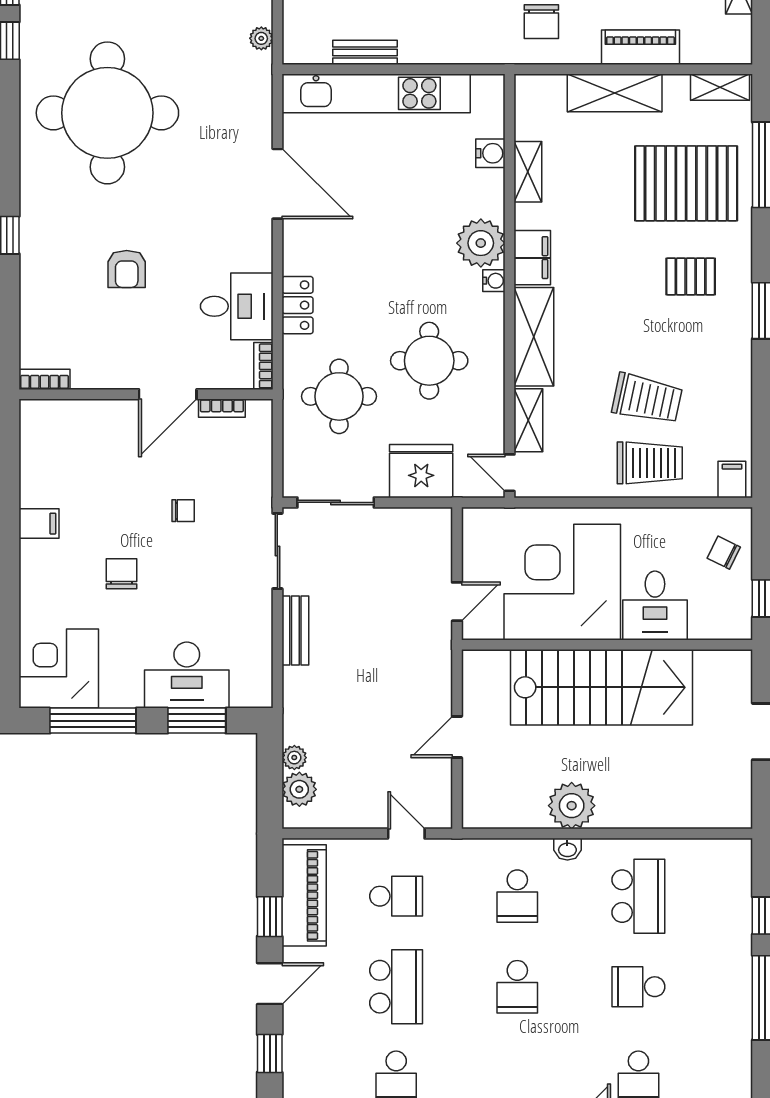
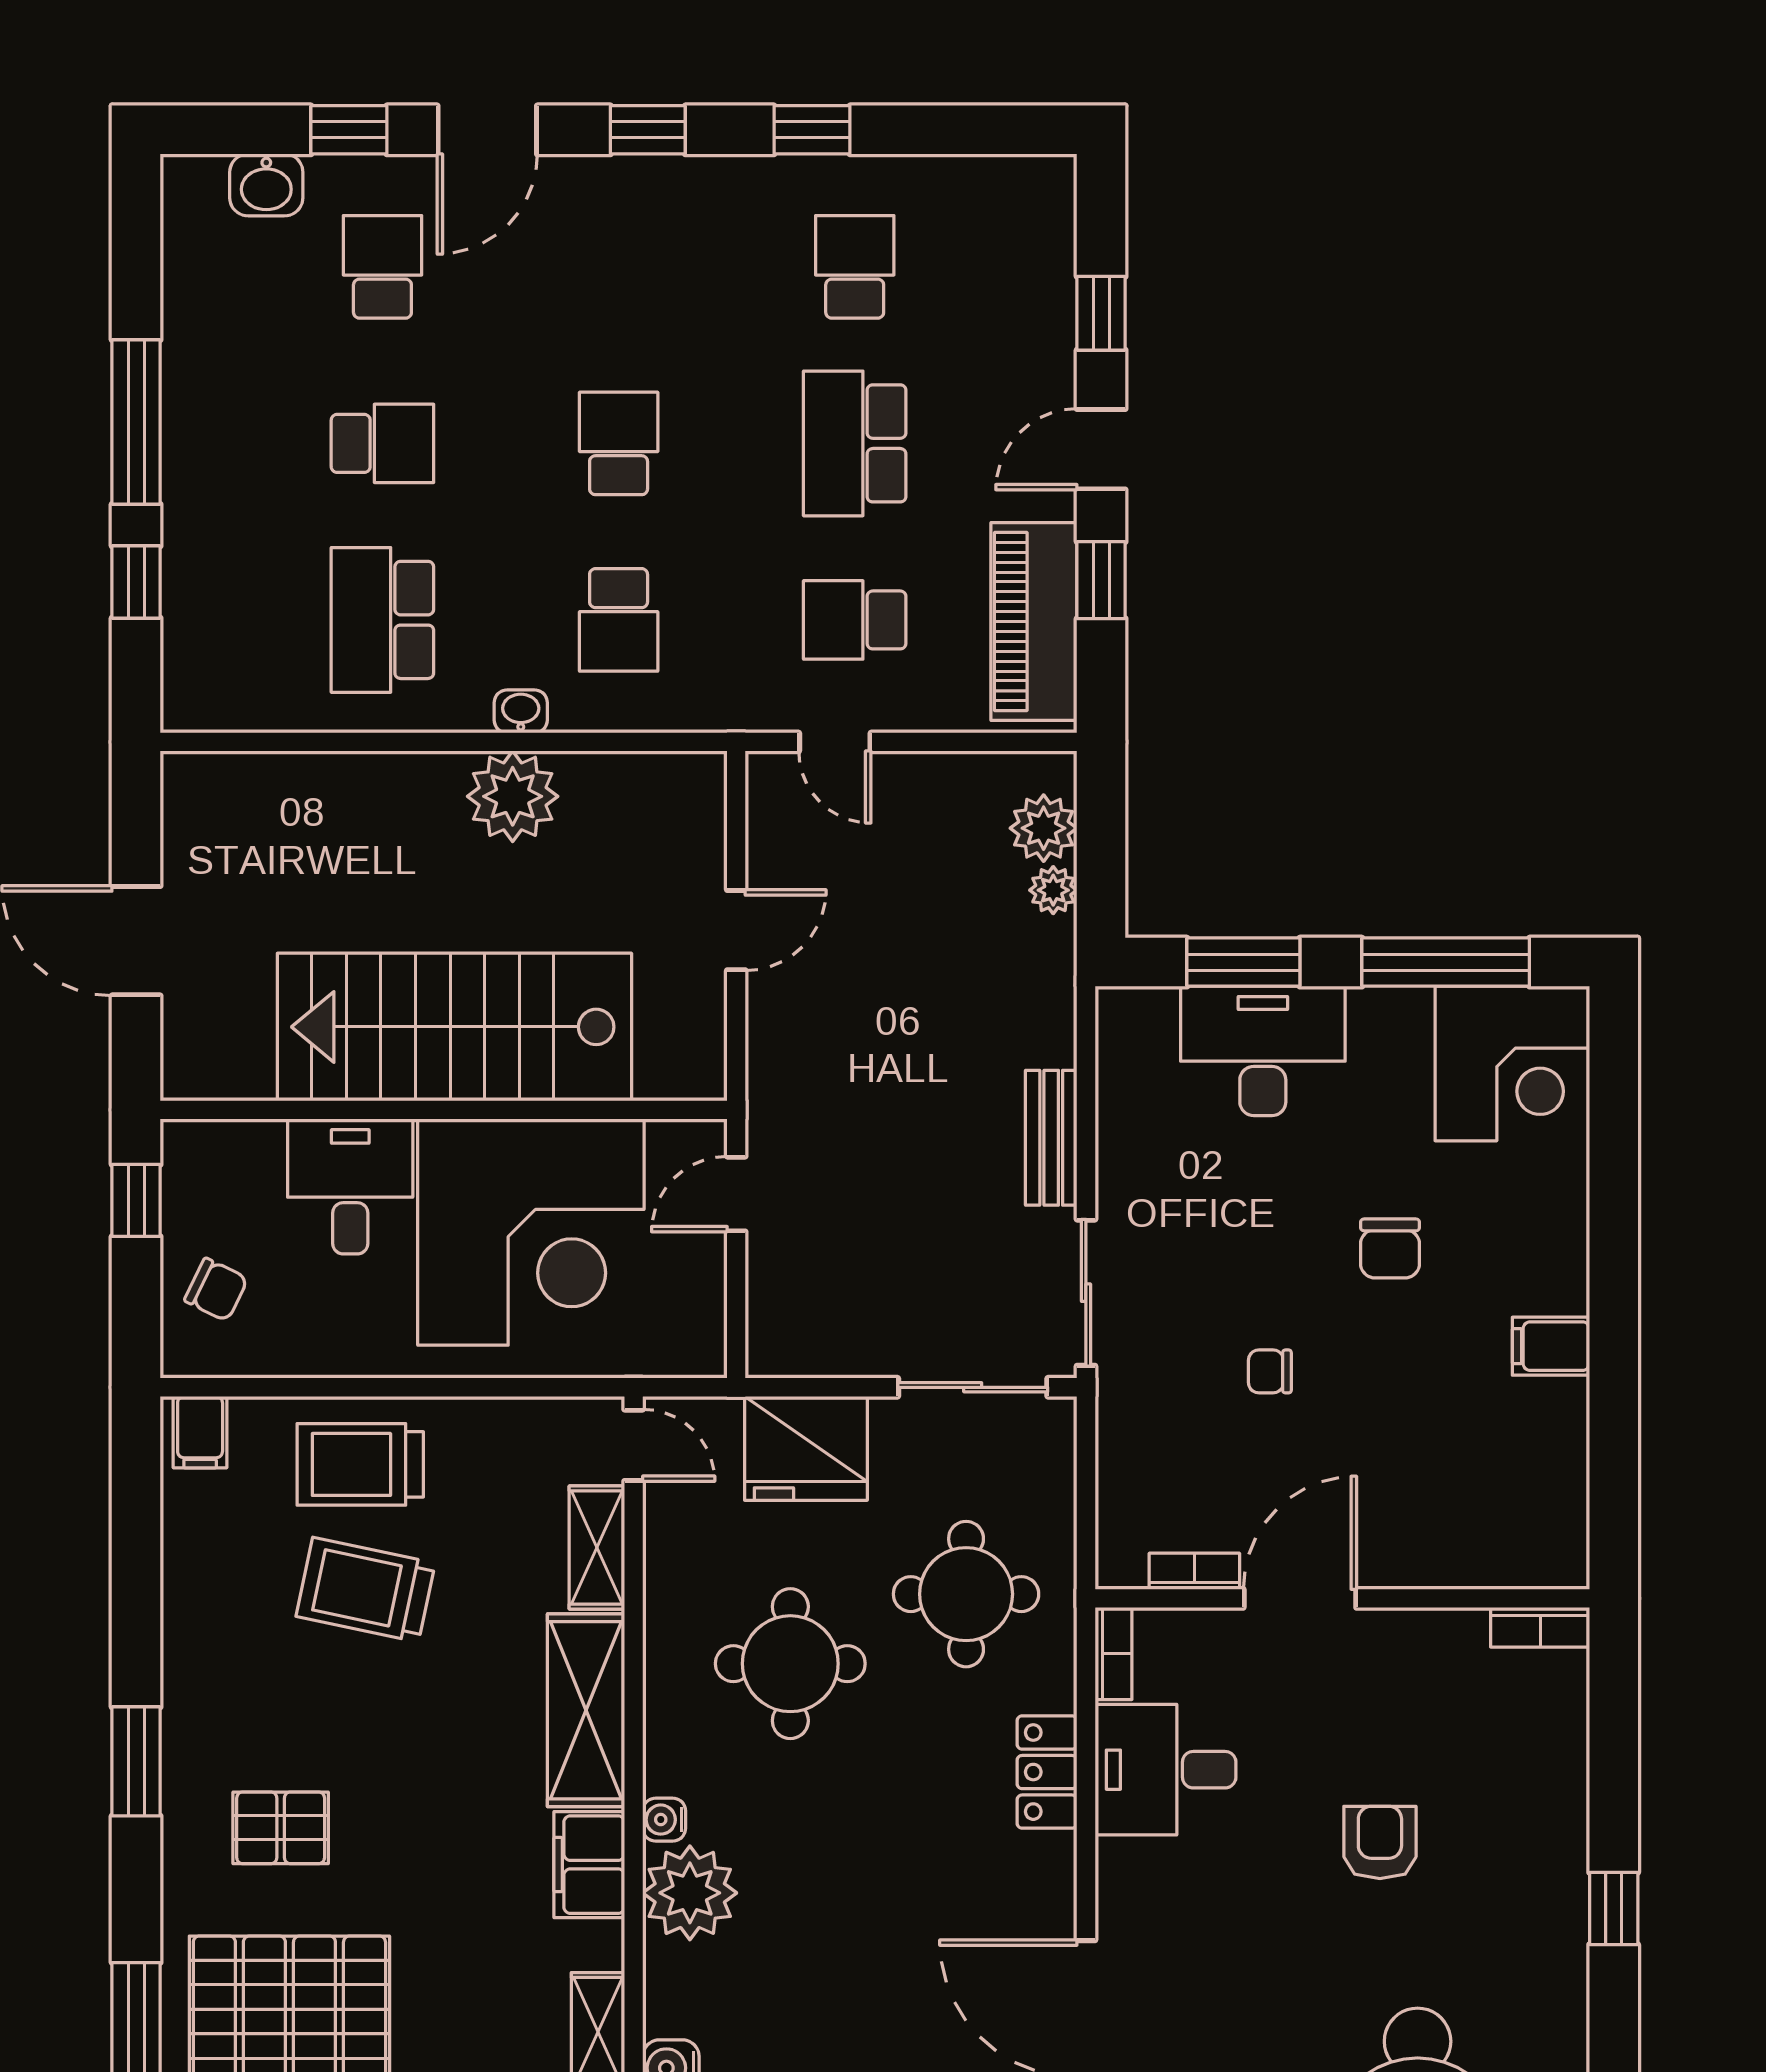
school desk: (517, 896) -> (619, 620), turned 180

